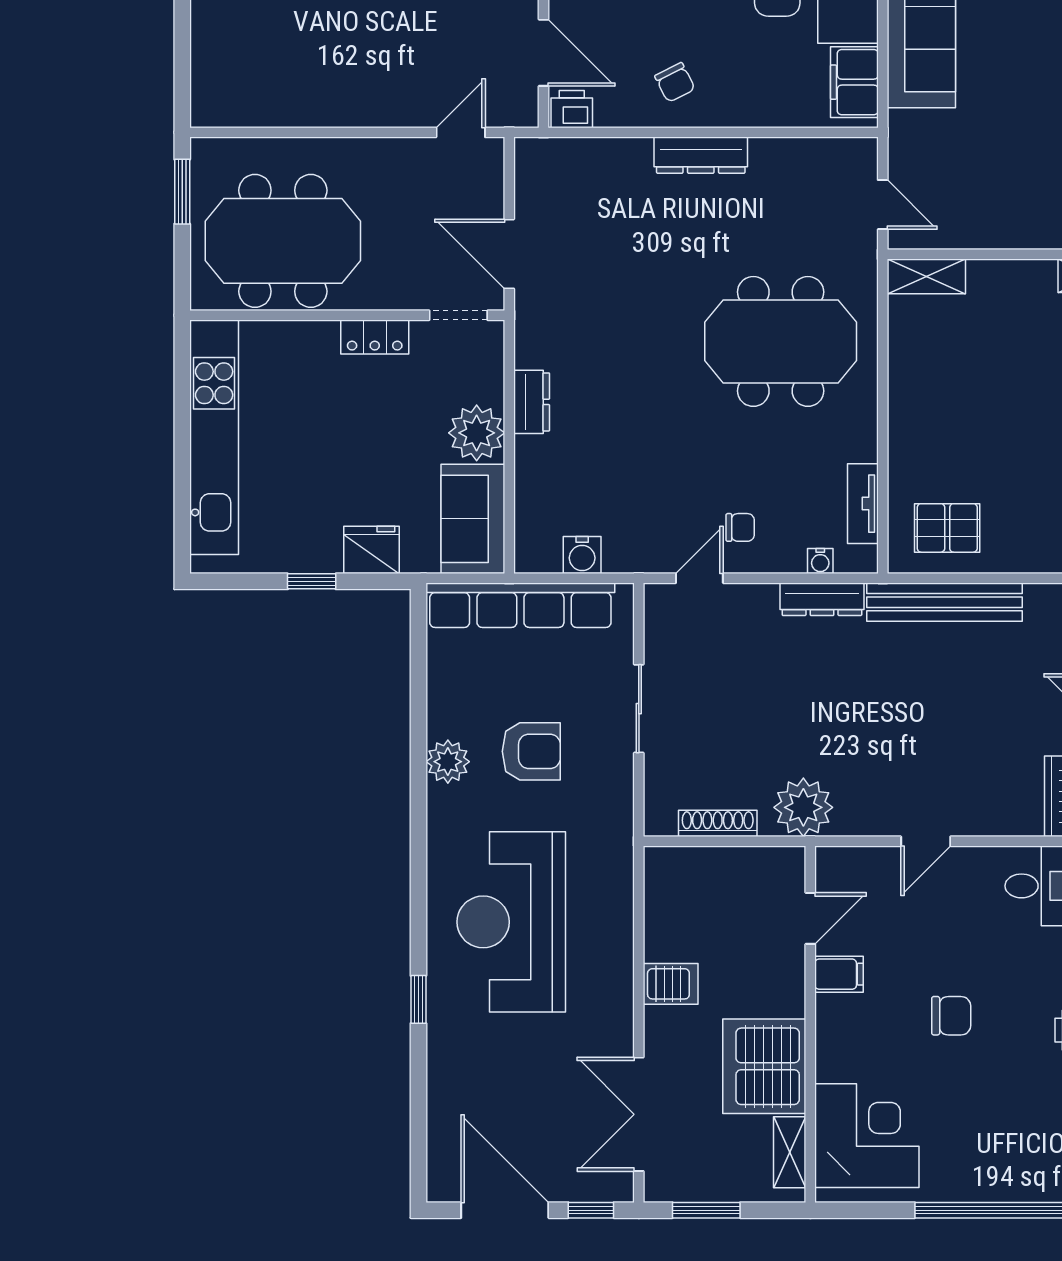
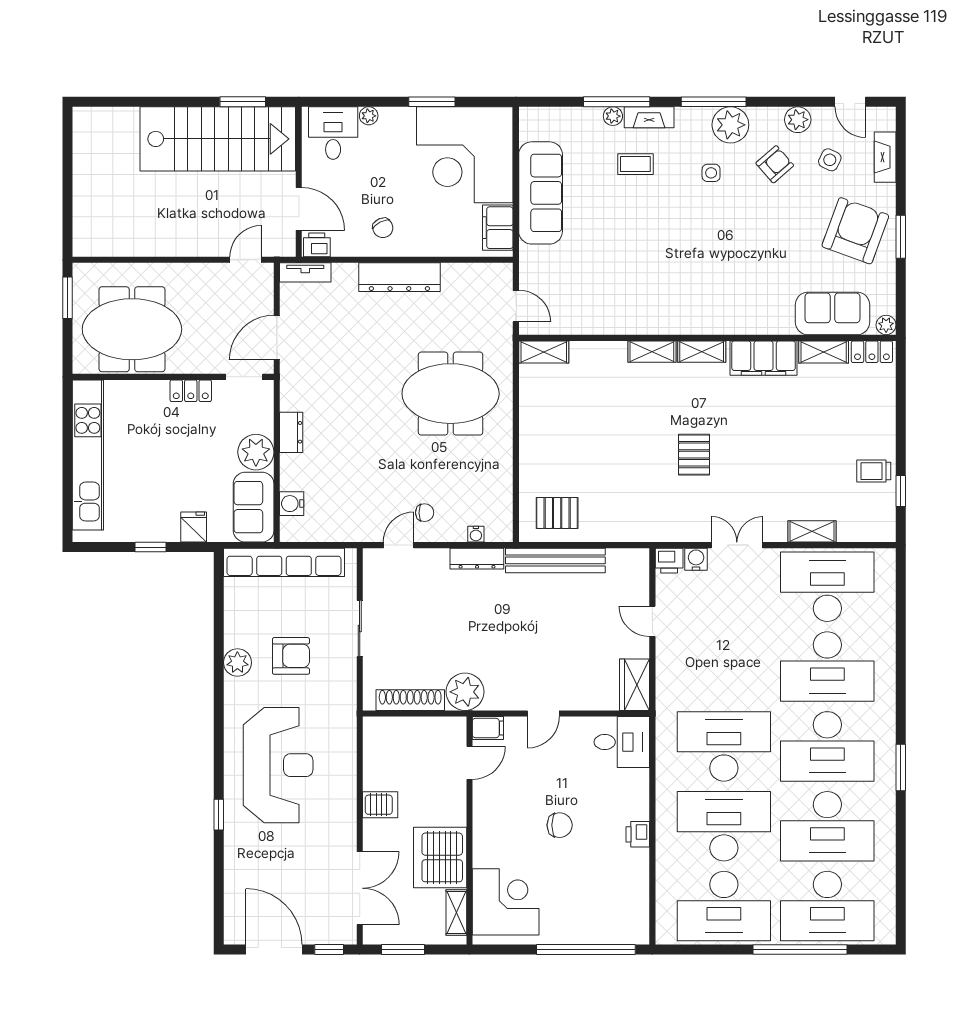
dresser: (701, 155) -> (399, 277), width x1.37, depth x1.24
door: (509, 254) -> (277, 338), hinge flipped
tv unit: (863, 504) -> (305, 272), moved, turned -90
fridge: (372, 550) -> (194, 527), width x0.72
water cooler: (582, 555) -> (292, 504), moved, turned 90
shoe rack: (718, 823) -> (410, 700), width x1.36, depth x1.24
reception desk: (511, 922) -> (278, 765), turned 180
filing cabinet: (839, 974) -> (488, 728), moved
double door: (639, 1114) -> (360, 888), swing flipped

